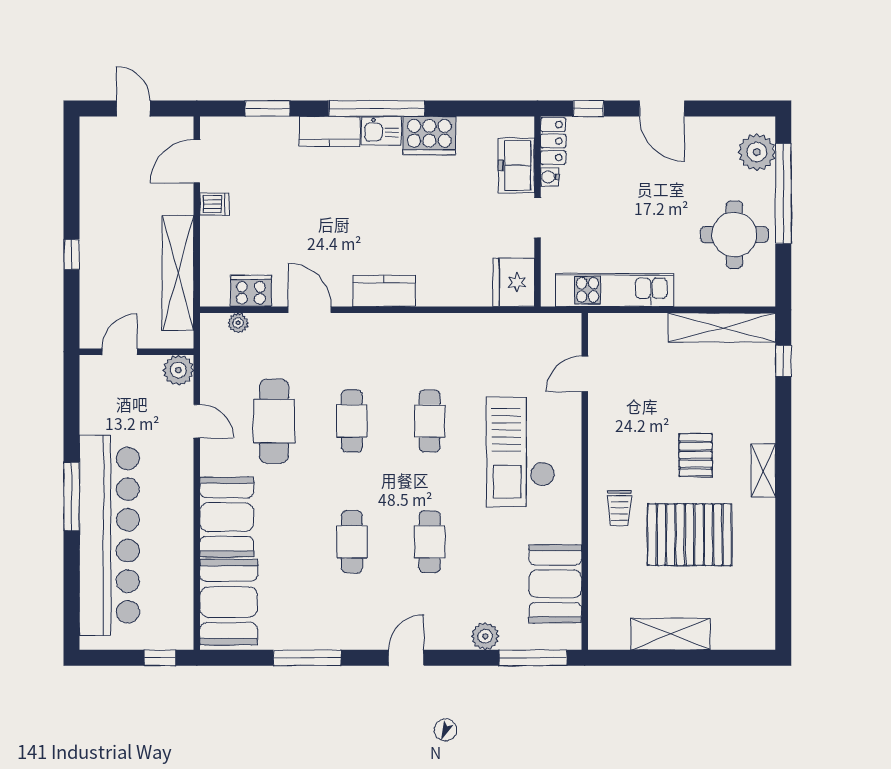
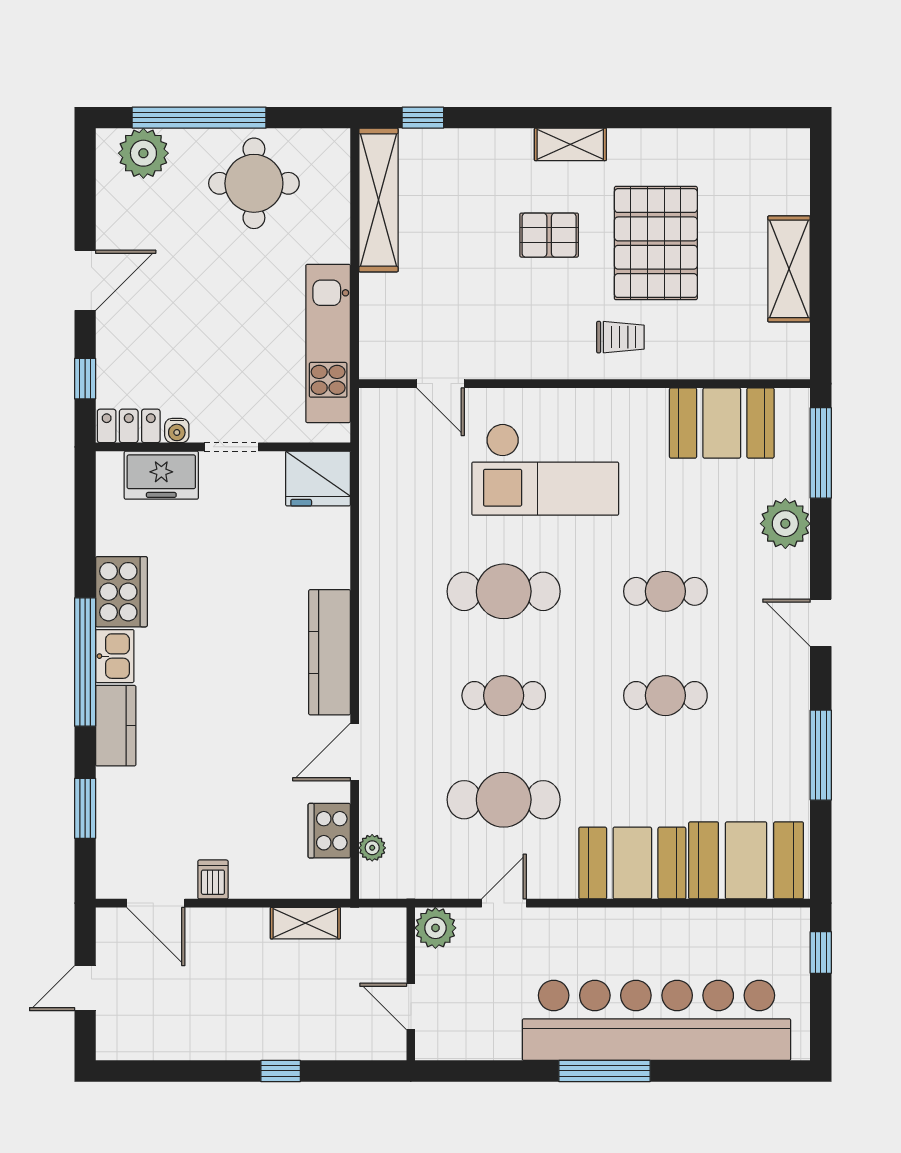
shelving: (178, 273) -> (305, 923), width x0.45, depth x0.75
kitchen counter: (384, 291) -> (330, 652), width x1.50
cafe table: (430, 421) -> (504, 591), width x1.37, depth x1.35
plant: (485, 636) -> (785, 524), width x1.36, depth x1.36

